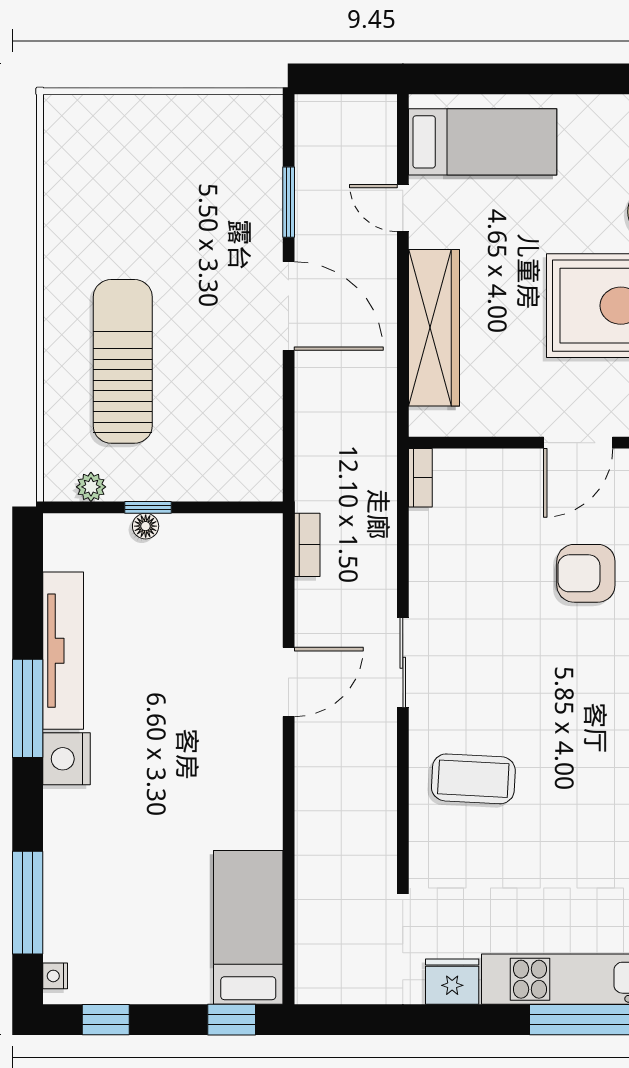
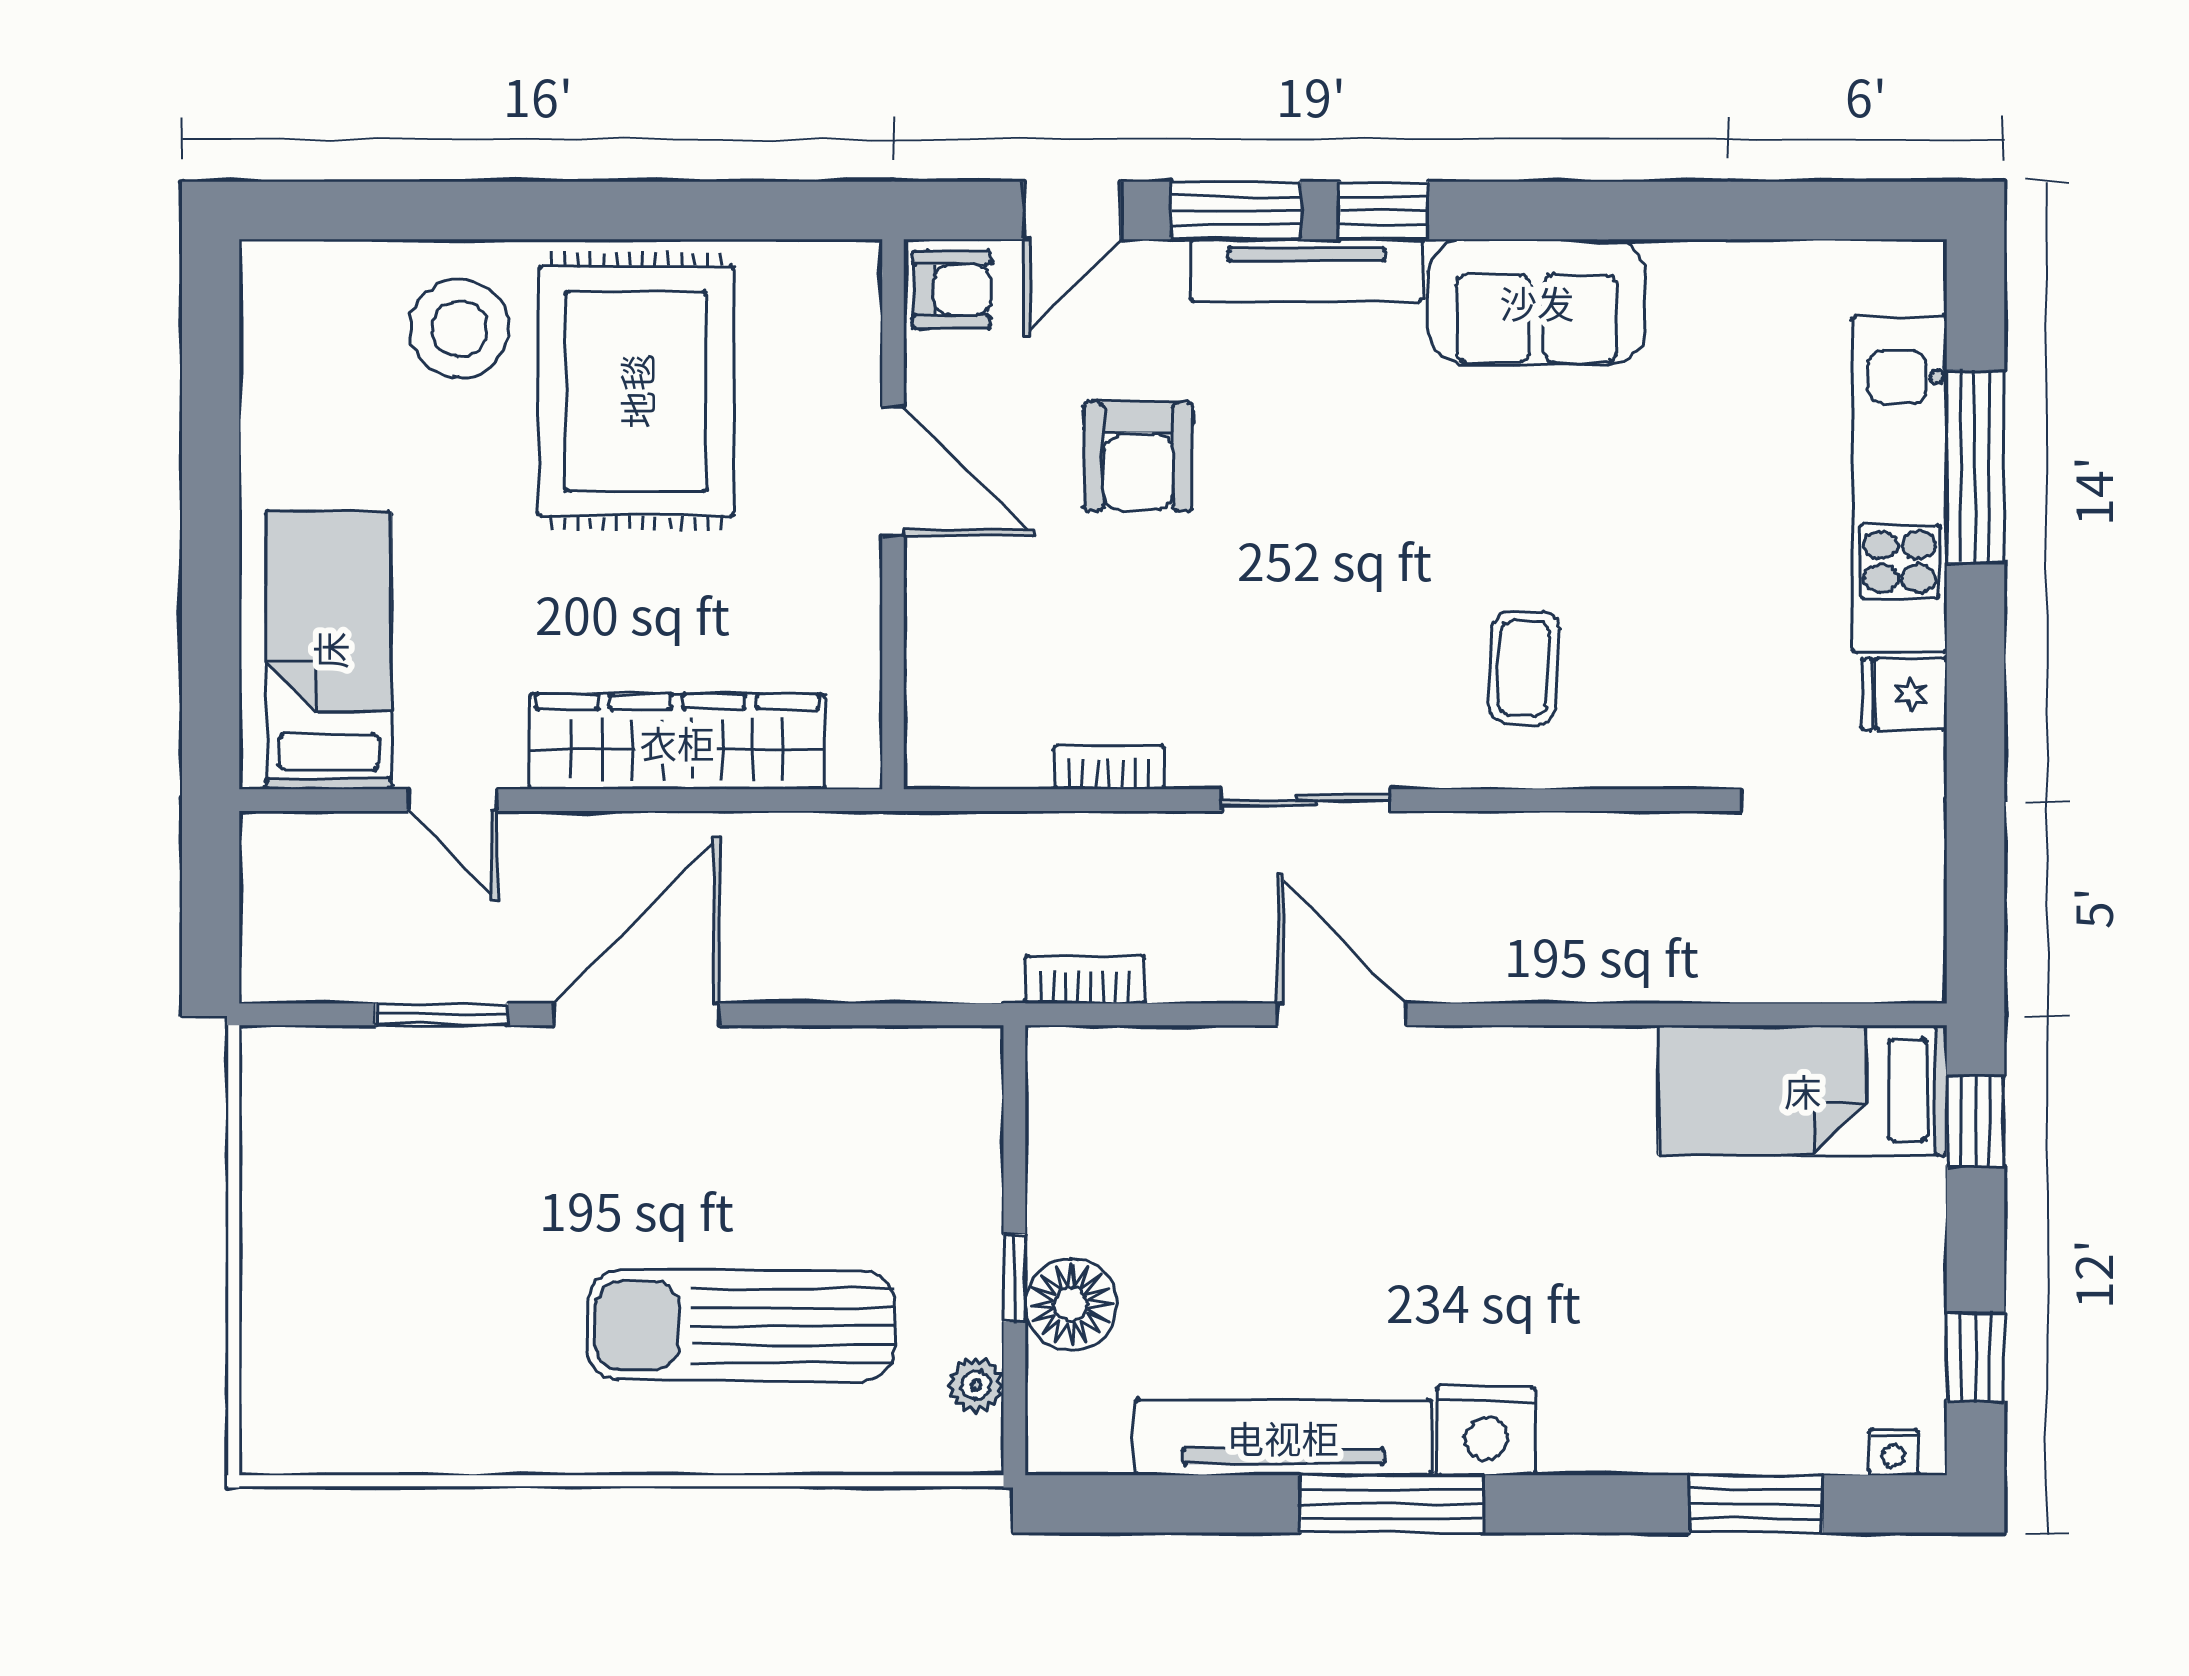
door: (403, 208) -> (453, 800), hinge flipped
bookcase: (420, 478) -> (1109, 767), moved
floor lamp: (146, 526) -> (1071, 1304), width x1.89, depth x1.89
coffee table: (473, 779) -> (1524, 668), width x0.73, depth x0.77
window: (28, 903) -> (1756, 1504), width x0.69
fridge: (452, 982) -> (1904, 694), width x0.72

